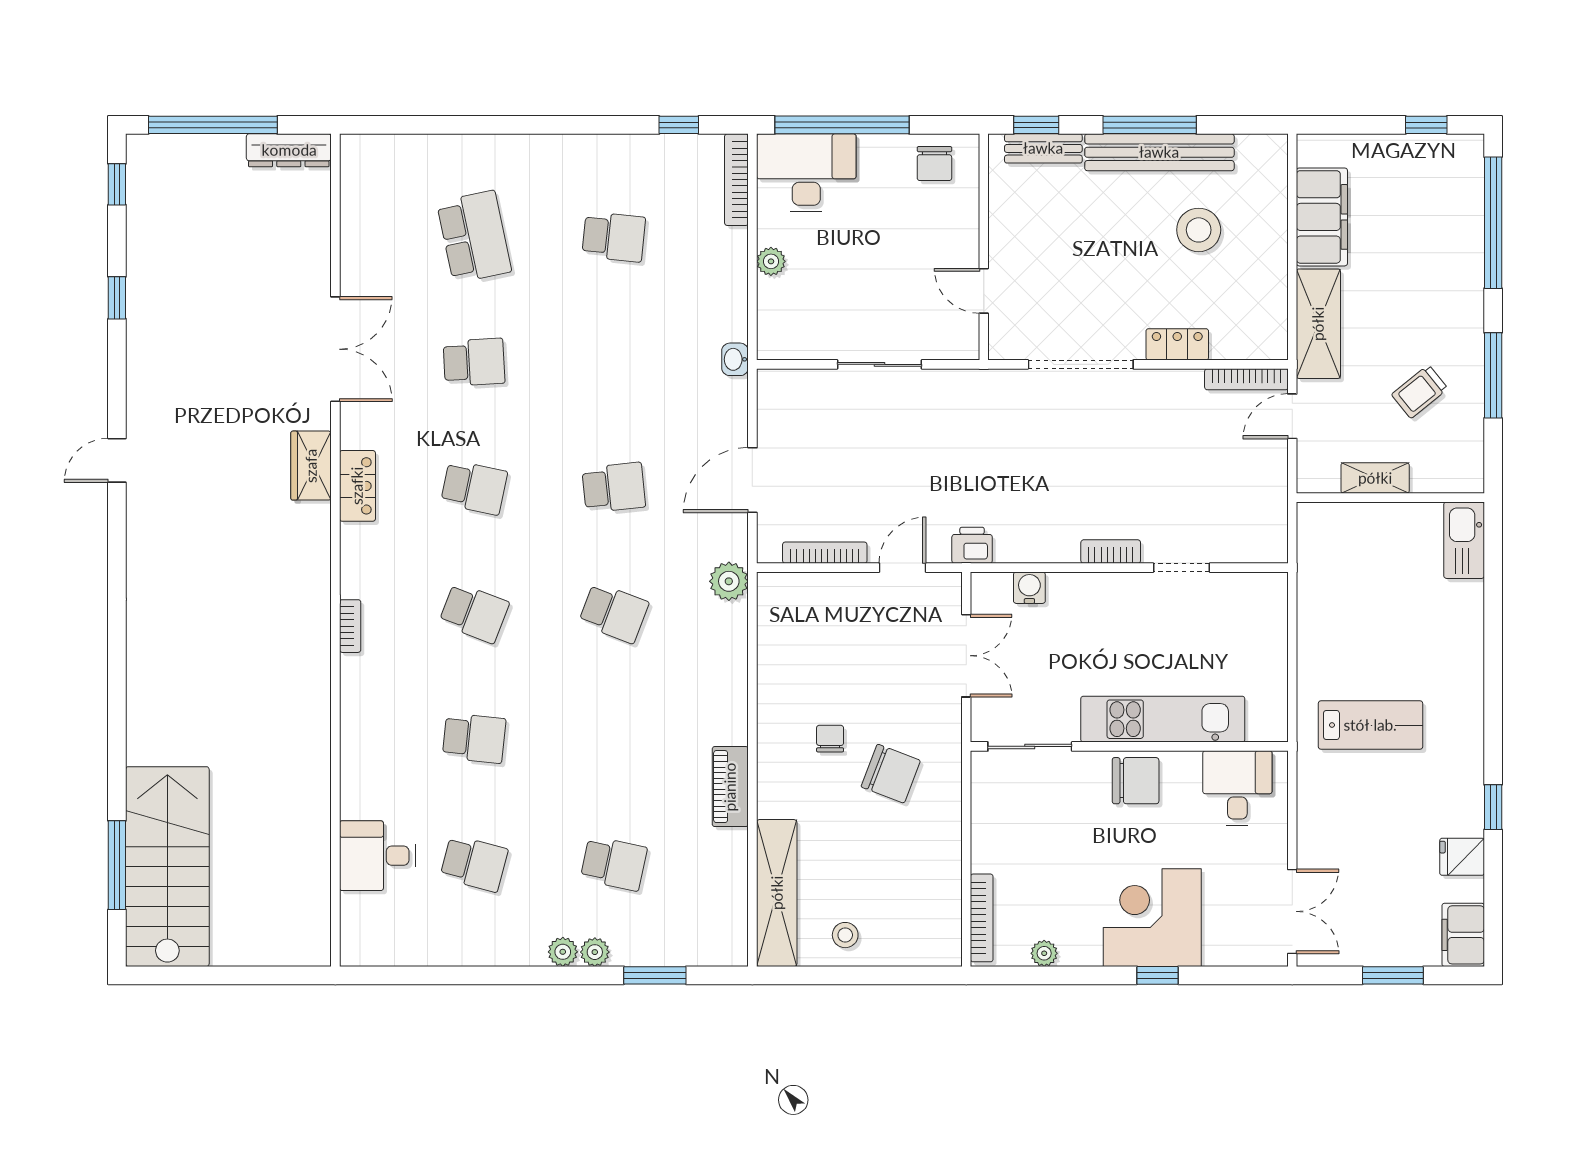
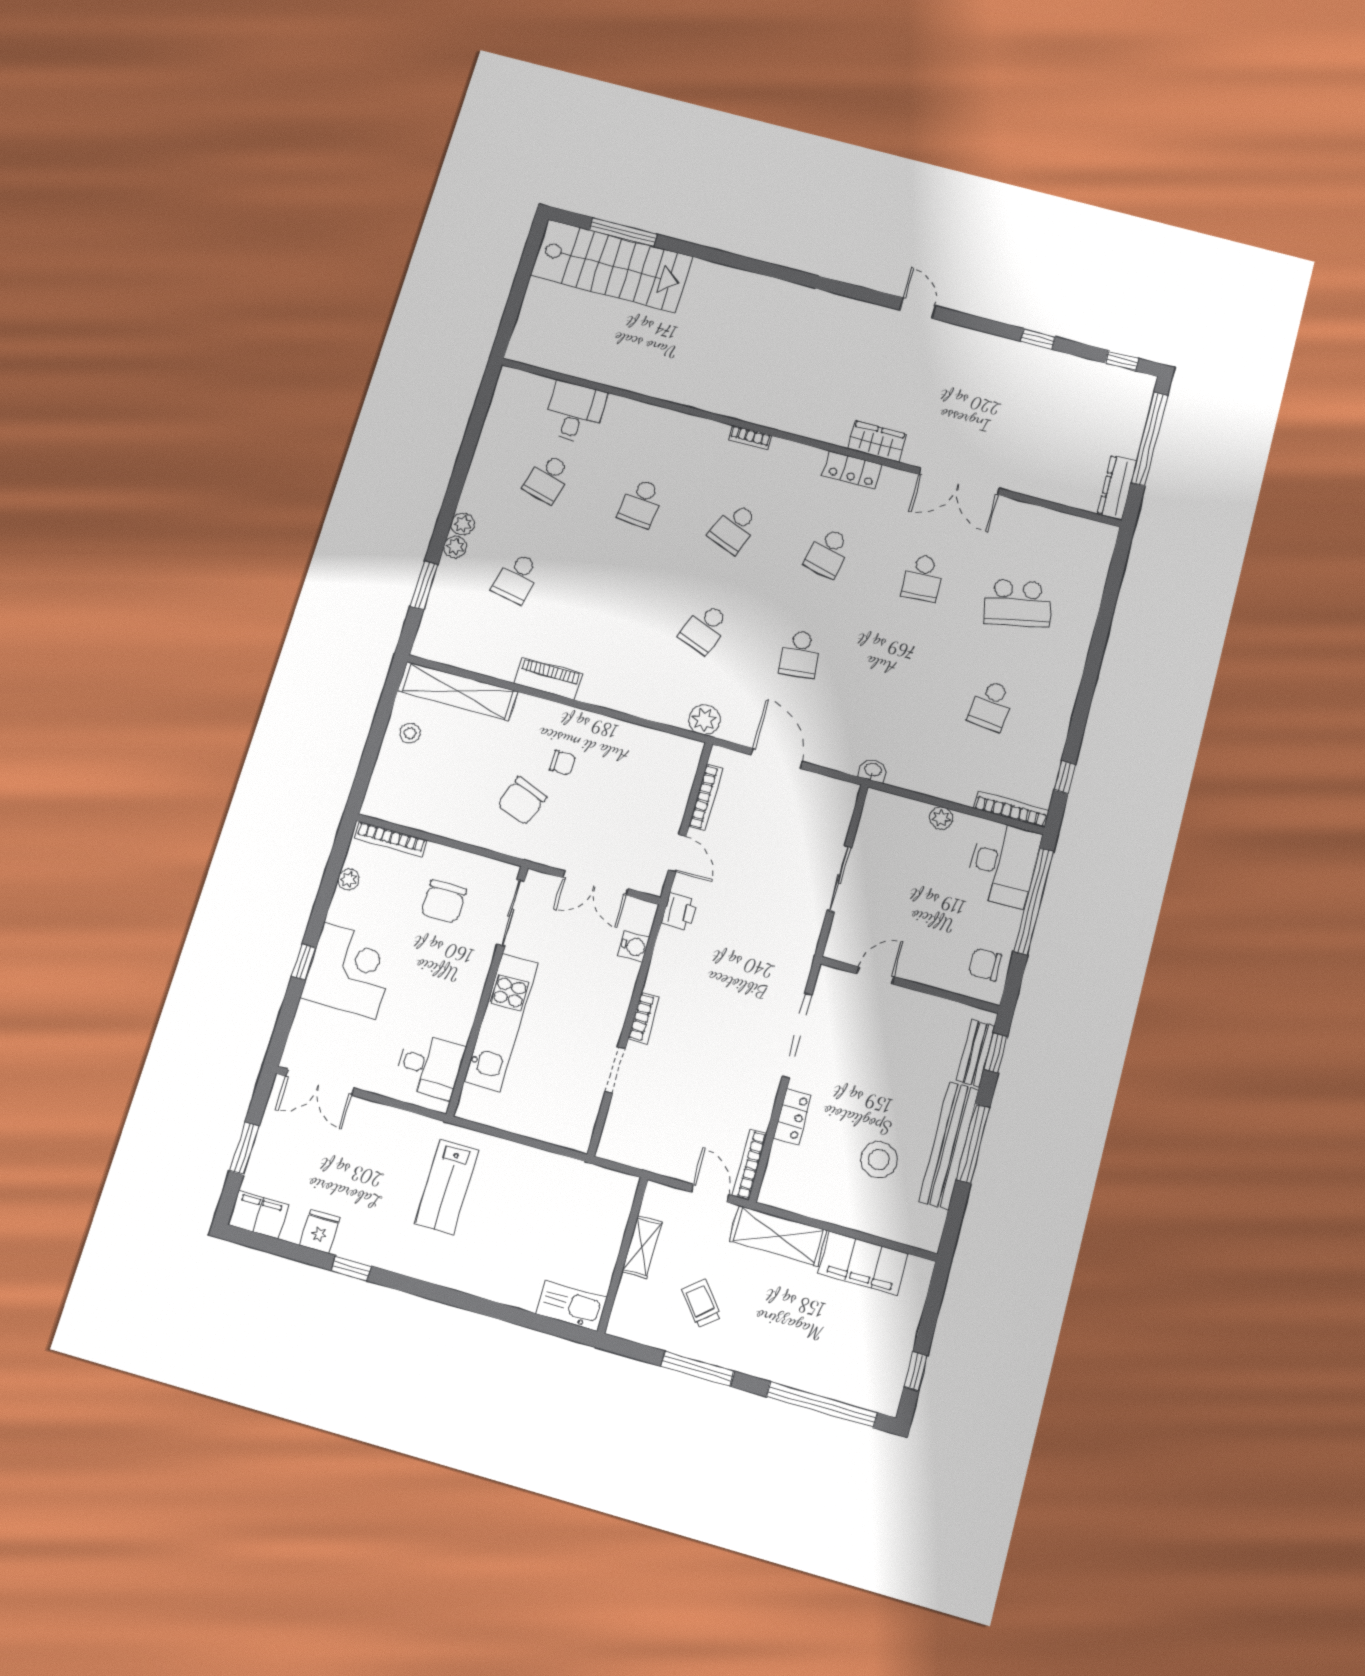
chair: (1136, 781) -> (444, 902), moved

